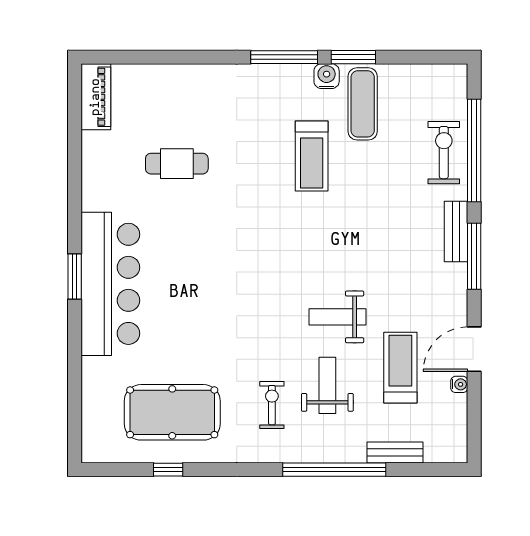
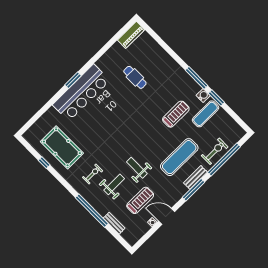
treadmill: (312, 156) -> (176, 114), turned 180
exercise mat: (392, 224) -> (179, 157), added

